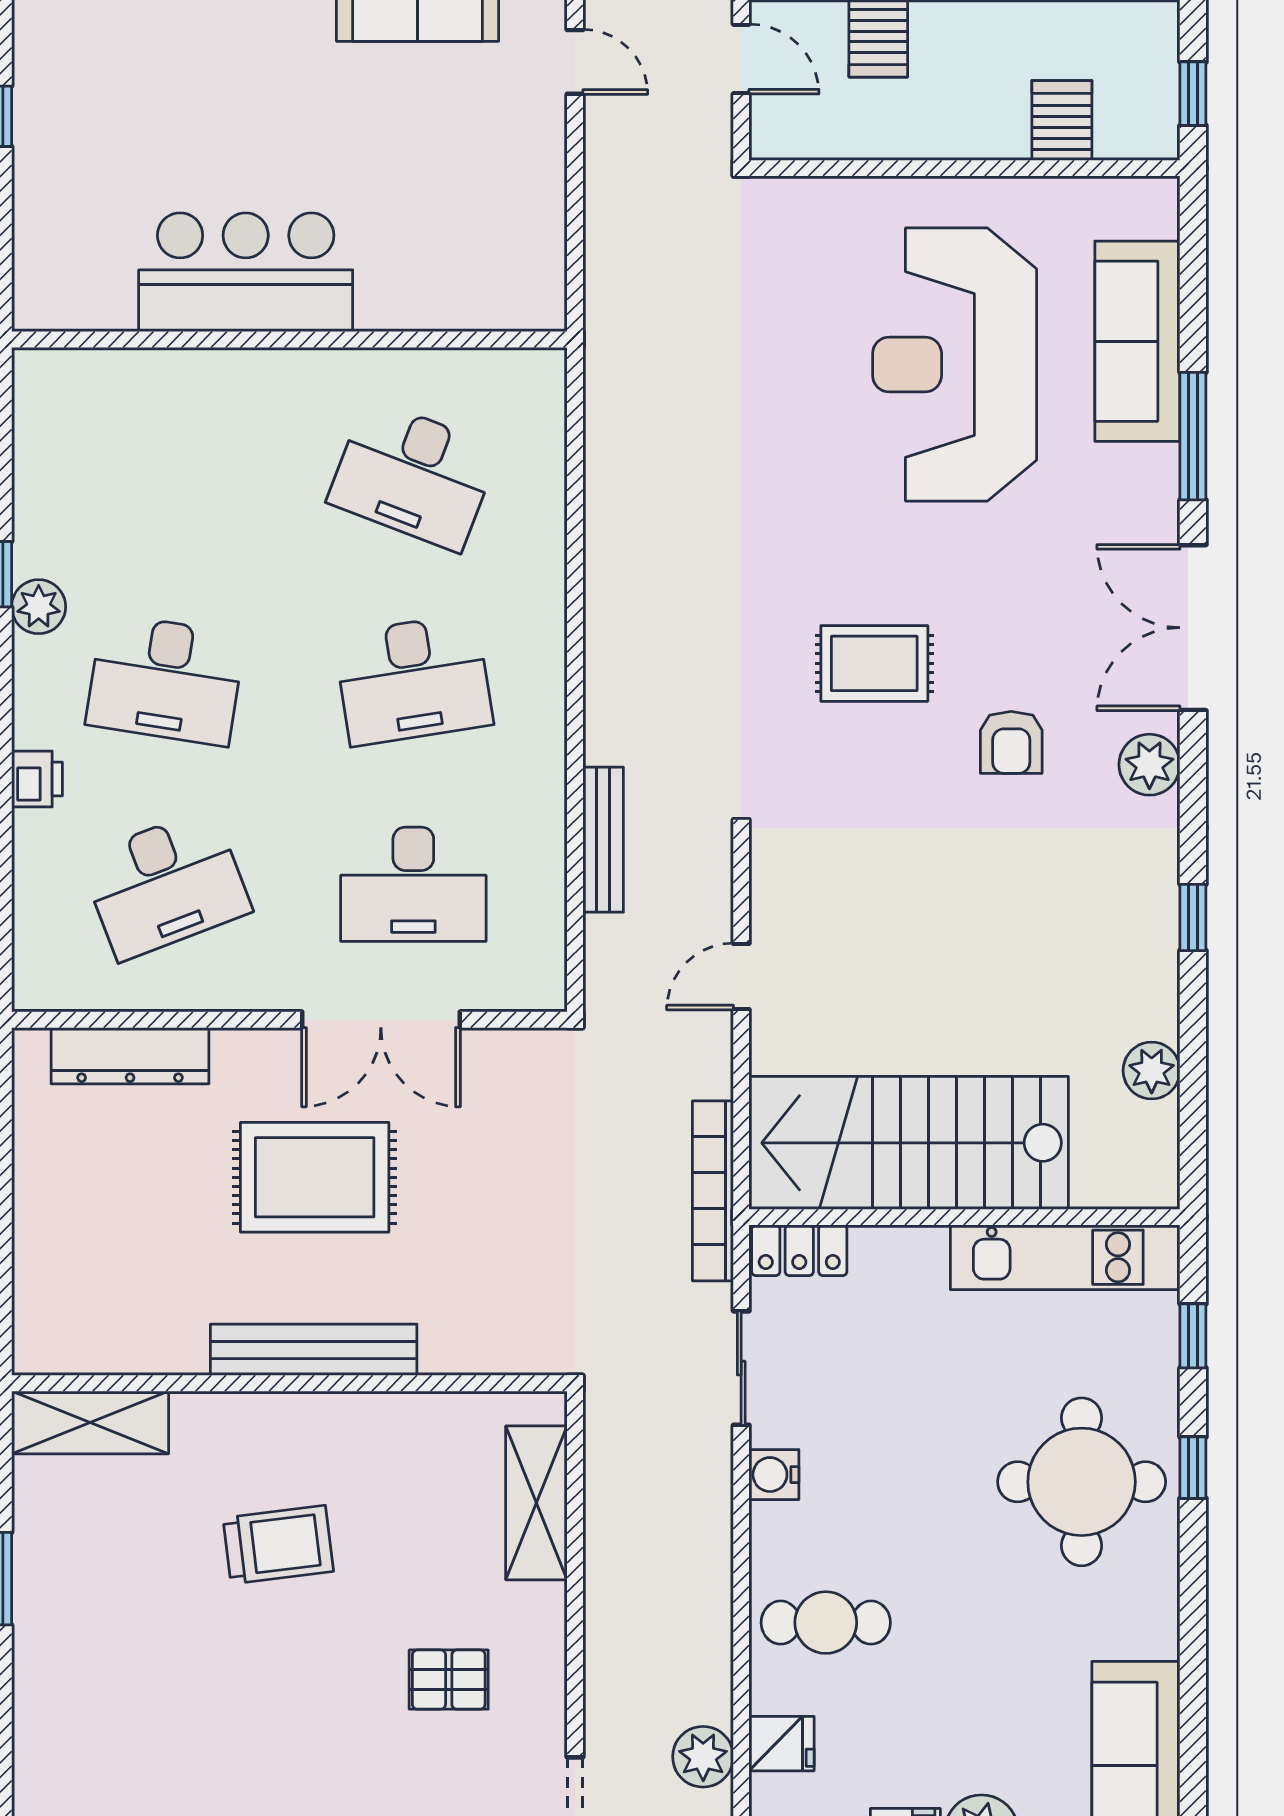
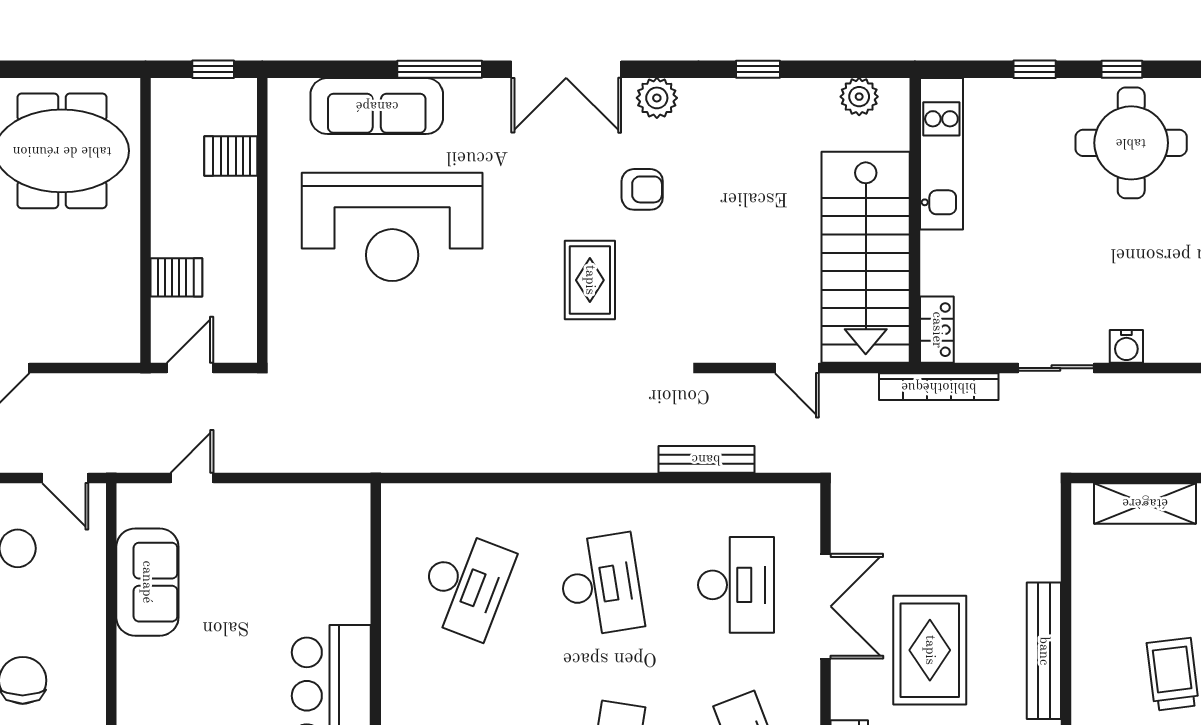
stairs: (909, 1143) -> (866, 257), moved
wall: (964, 1217) -> (915, 220), moved
locker: (799, 1250) -> (937, 330), moved
kitchen unit: (1065, 1257) -> (941, 154), moved

